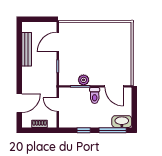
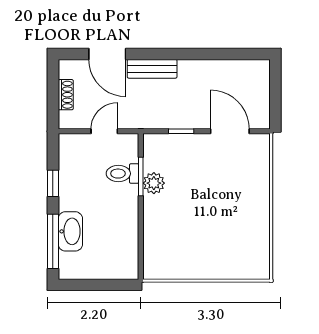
bench: (27, 49) -> (152, 69), moved, width x0.73
door: (114, 86) -> (141, 245), removed
toilet: (95, 96) -> (123, 174), moved
washbasin: (122, 122) -> (70, 231), moved

